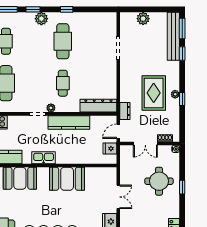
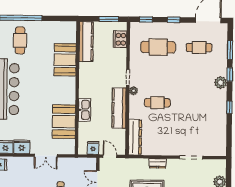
cafe table: (63, 41) -> (198, 103), removed
dresser: (125, 111) -> (158, 163), moved
kitchen sink: (44, 158) -> (85, 110), moved
booth: (67, 179) -> (64, 122), moved

